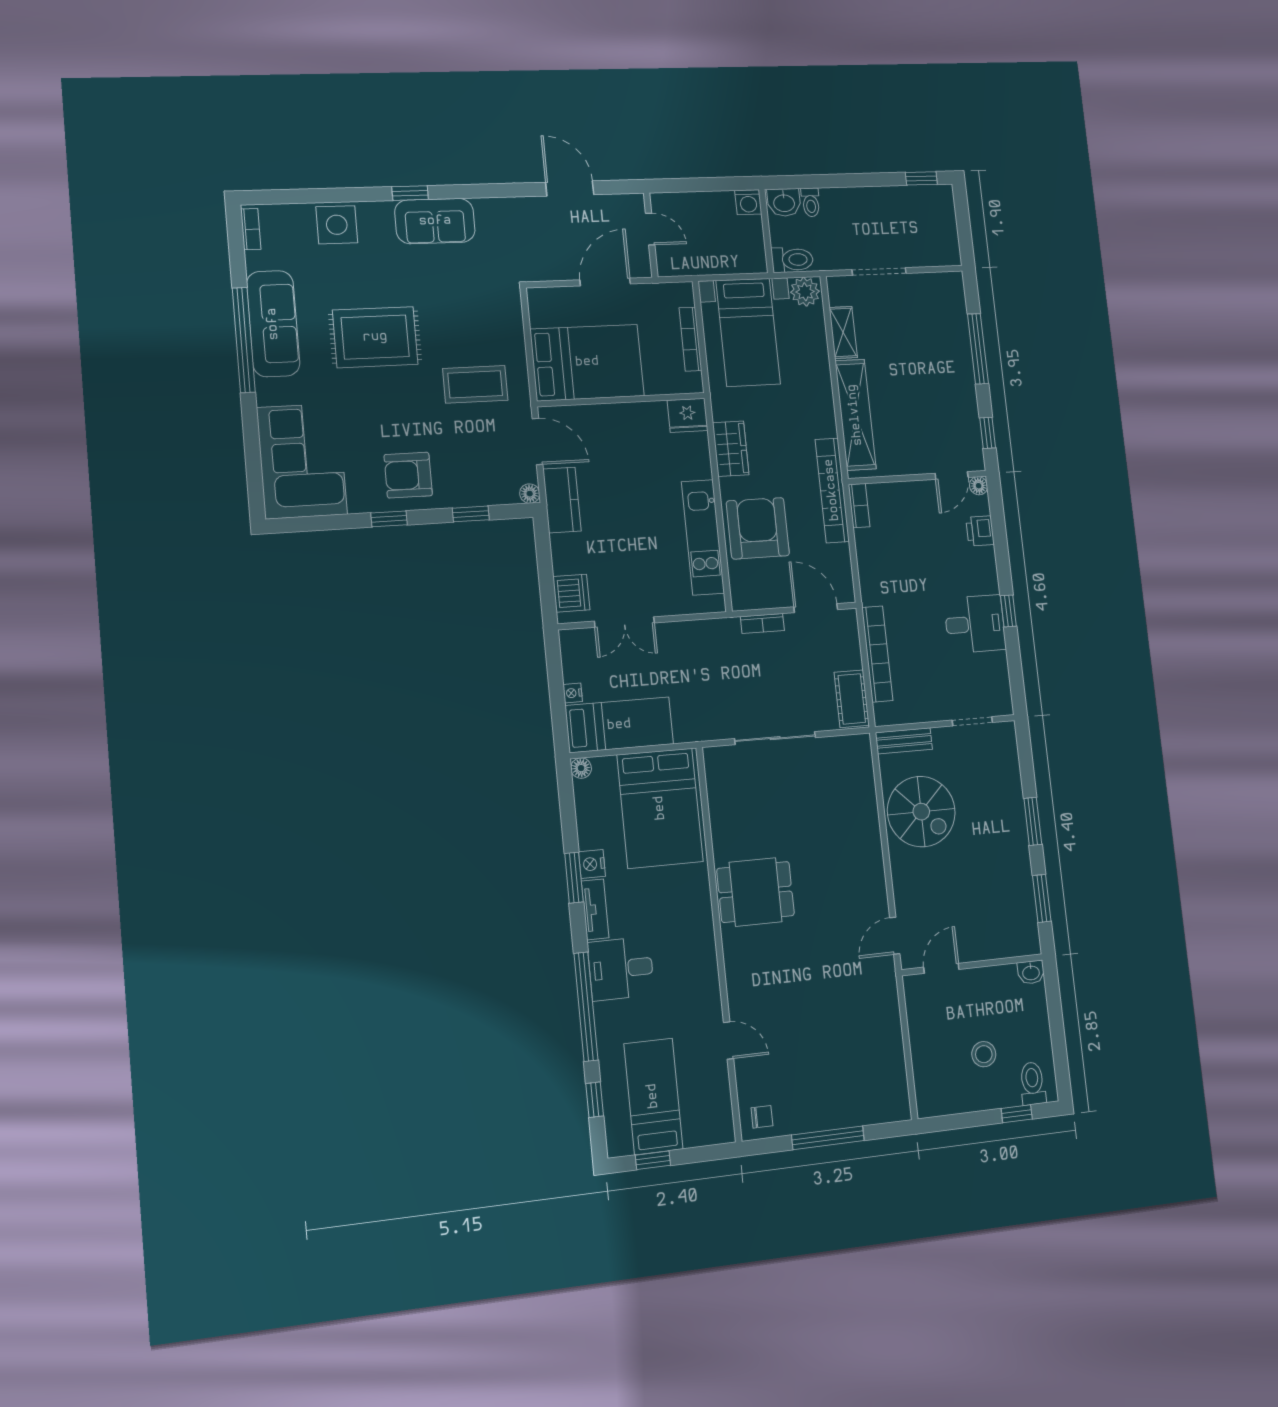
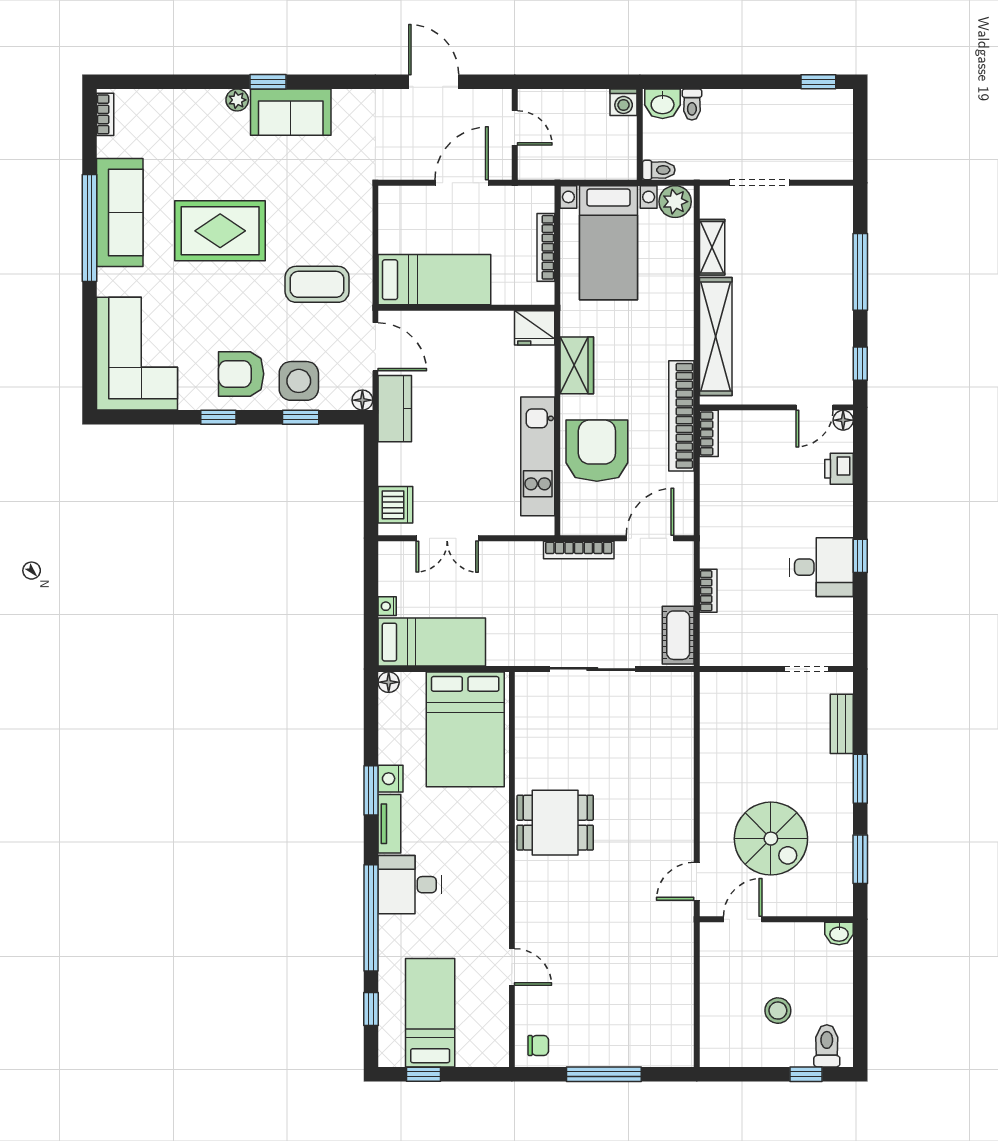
plant: (381, 211) -> (237, 100), added
side table: (337, 225) -> (299, 381), moved
toilet: (792, 260) -> (659, 170), width x0.73, depth x0.72
bed: (587, 362) -> (434, 280), width x0.67
door: (816, 608) -> (650, 538), hinge flipped
bookcase: (762, 623) -> (579, 550), width x1.56
bookcase: (877, 654) -> (708, 591), width x0.43, depth x0.76
bench: (904, 741) -> (842, 724), moved, turned 90
spiral stairs: (921, 812) -> (771, 839), moved

